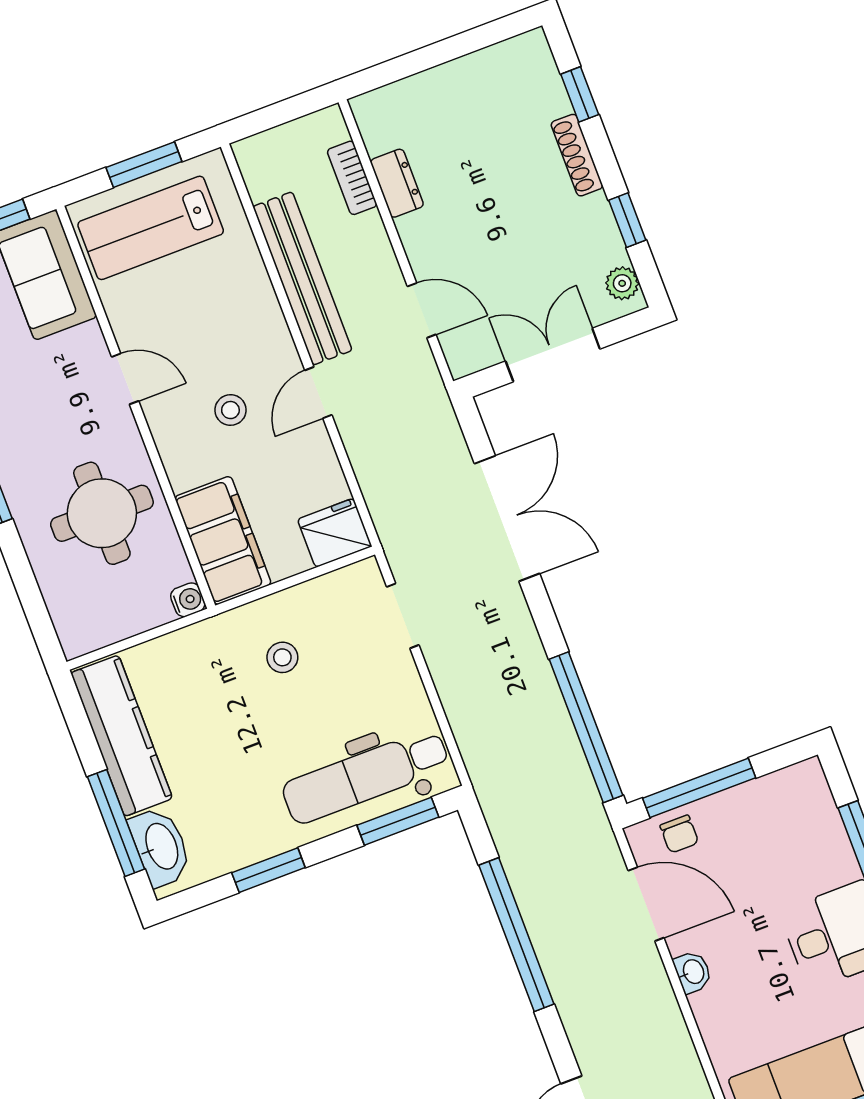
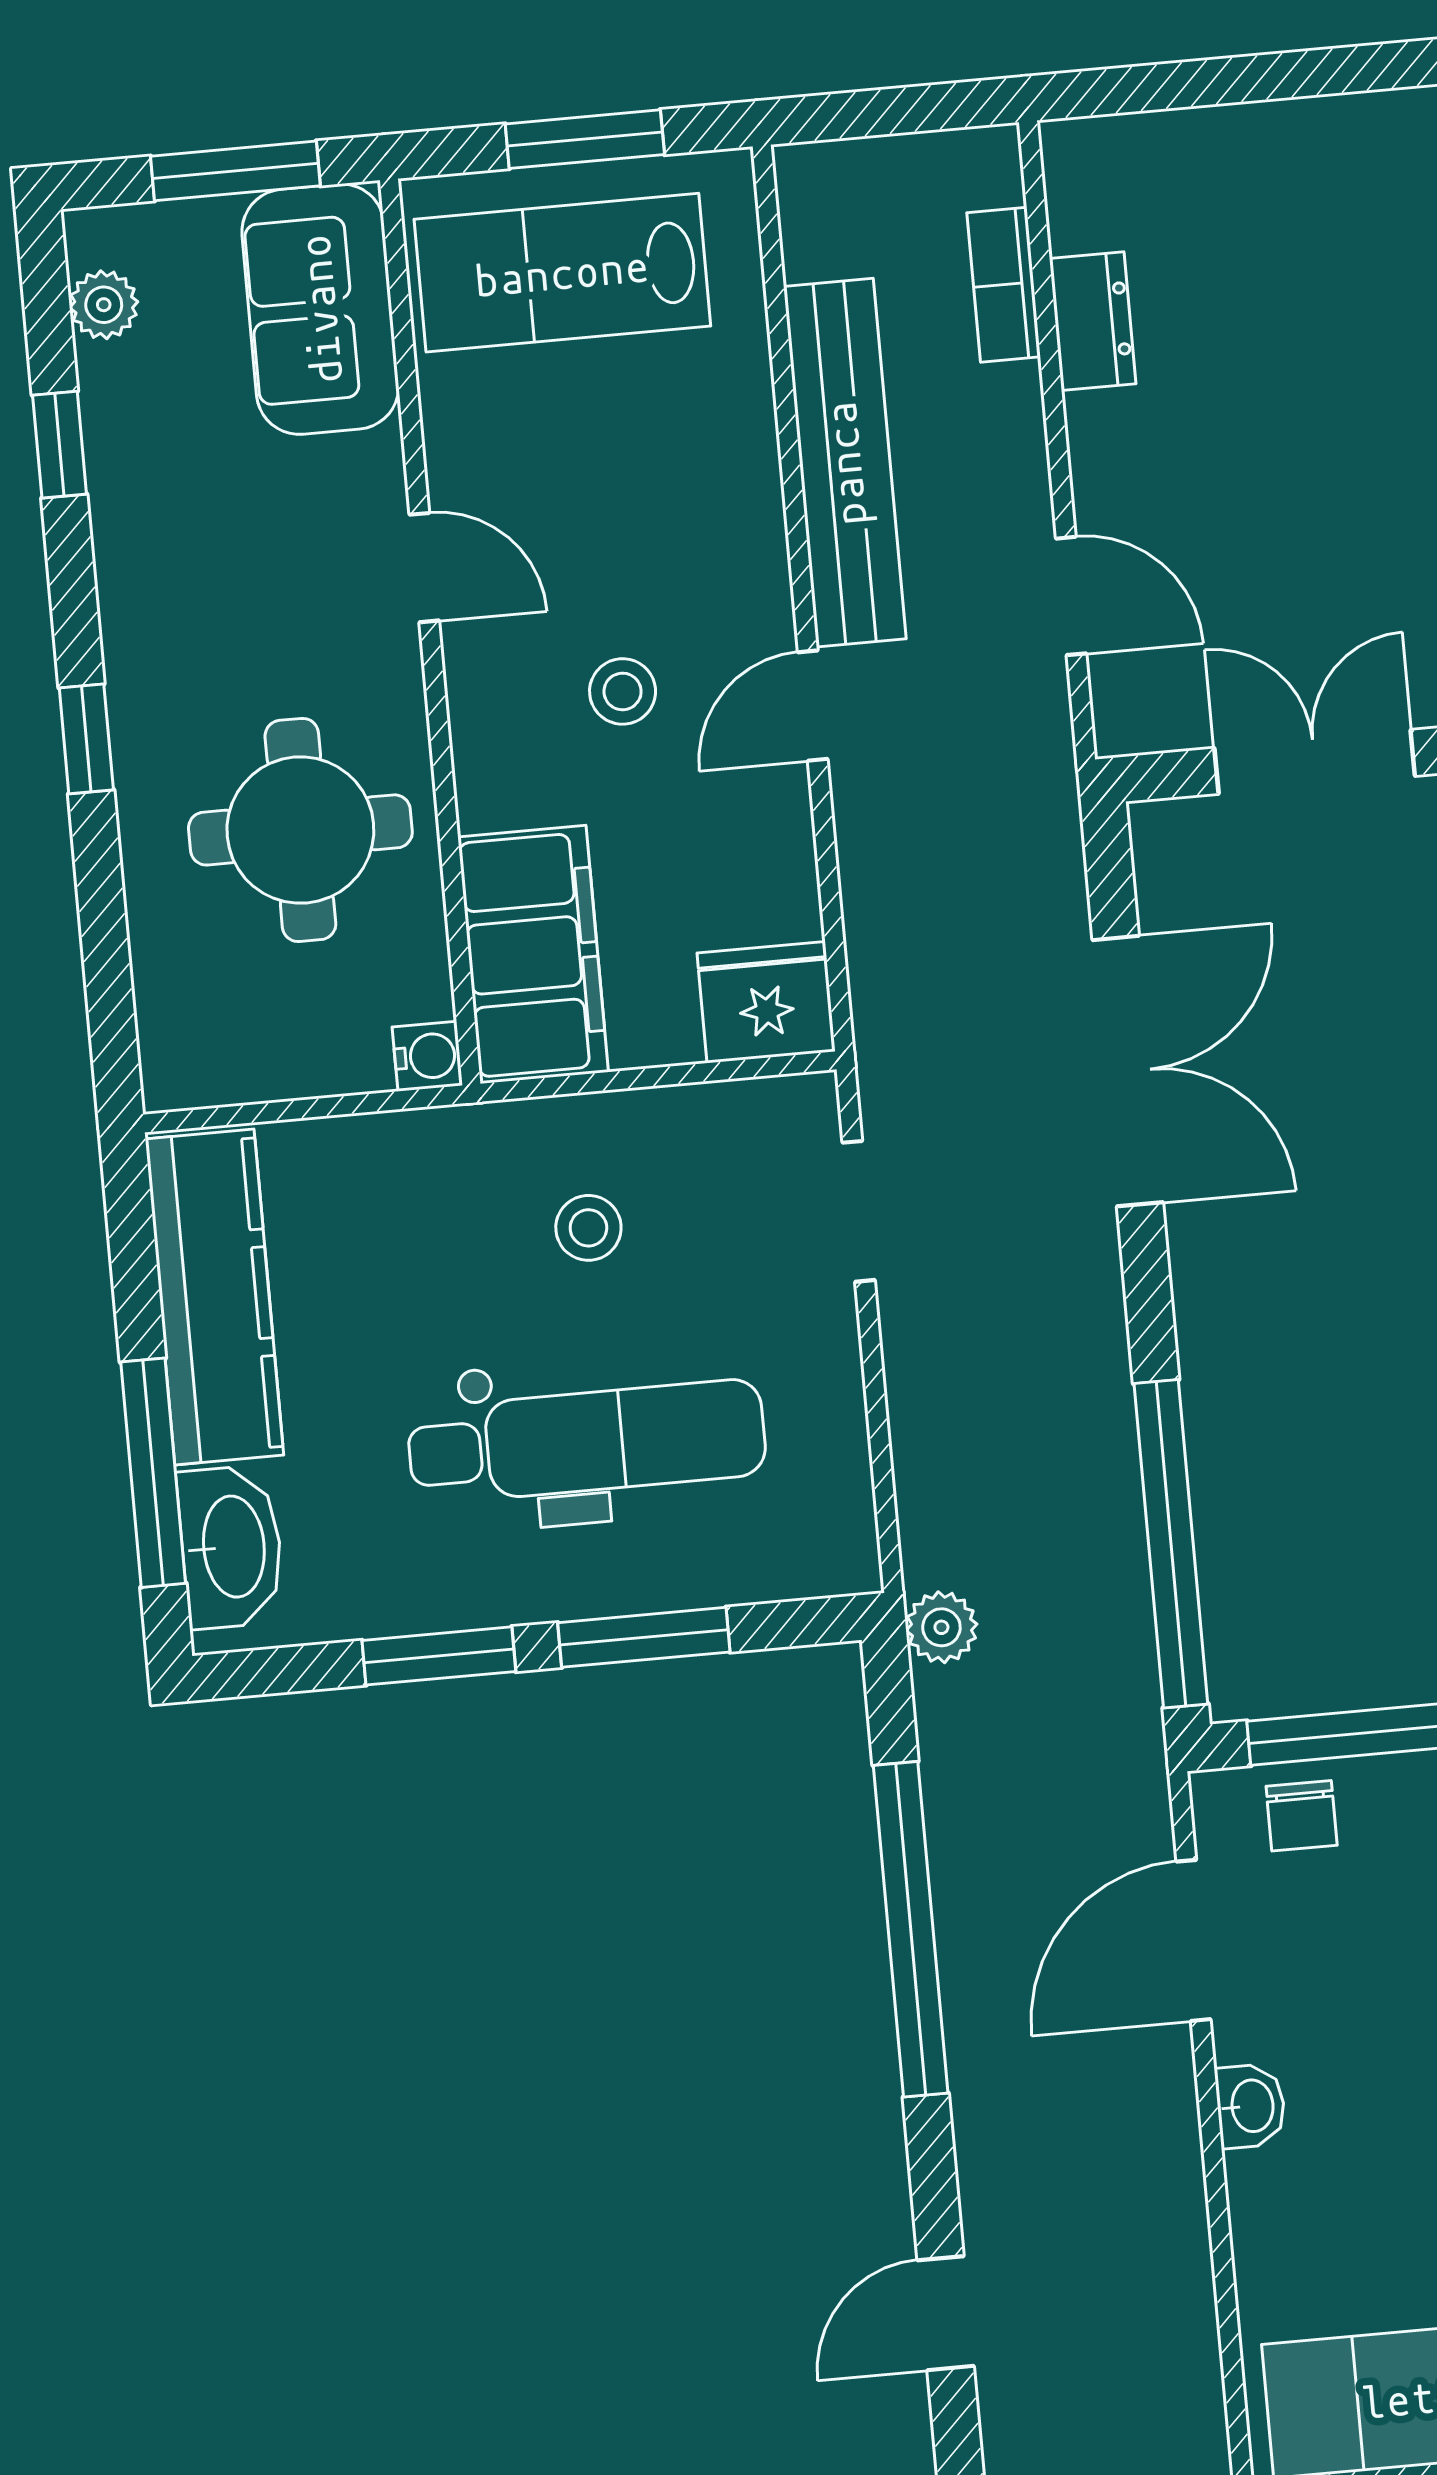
dental chair: (366, 776) -> (587, 1442), moved, turned 180
plant: (493, 794) -> (941, 1627), added
window: (398, 821) -> (644, 1637), moved
door: (646, 904) -> (1194, 1940), swing flipped

